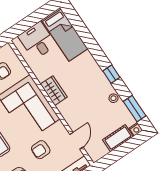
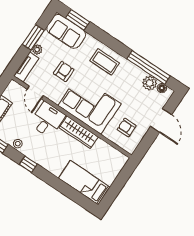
desk: (37, 41) -> (47, 120), moved, turned -90
wardrobe: (54, 91) -> (79, 132), width x1.50

